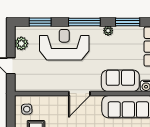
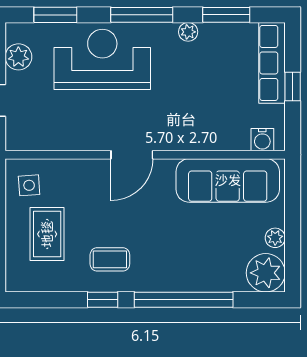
sofa: (120, 81) -> (212, 130), removed

